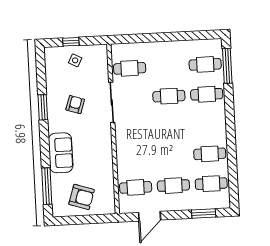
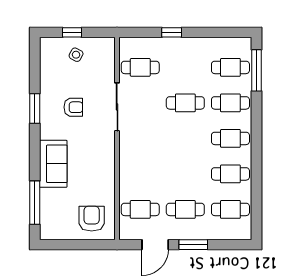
window: (154, 38) -> (172, 32), added
armchair: (75, 105) -> (73, 107), turned 72
cafe table: (208, 124) -> (230, 138), added
armchair: (82, 197) -> (92, 219), moved, turned -108
window: (204, 214) -> (193, 245), moved

